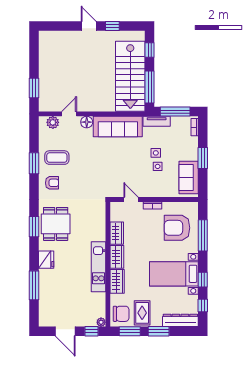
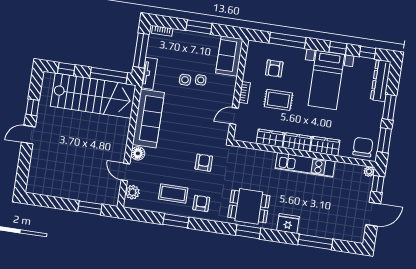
coffee table: (57, 158) -> (173, 194), turned 90
sofa: (189, 177) -> (229, 56), moved, turned 90
armchair: (87, 180) -> (204, 163), added
armchair: (177, 228) -> (274, 68), width x0.53, depth x0.53
rug: (142, 313) -> (278, 100), moved

